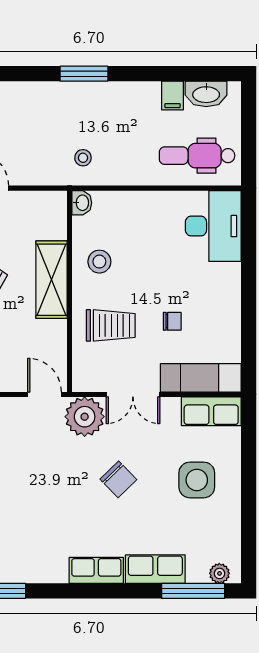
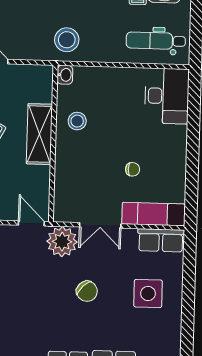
stool: (83, 158) -> (67, 40), width x1.89, depth x1.89
trolley: (111, 325) -> (85, 171), removed

